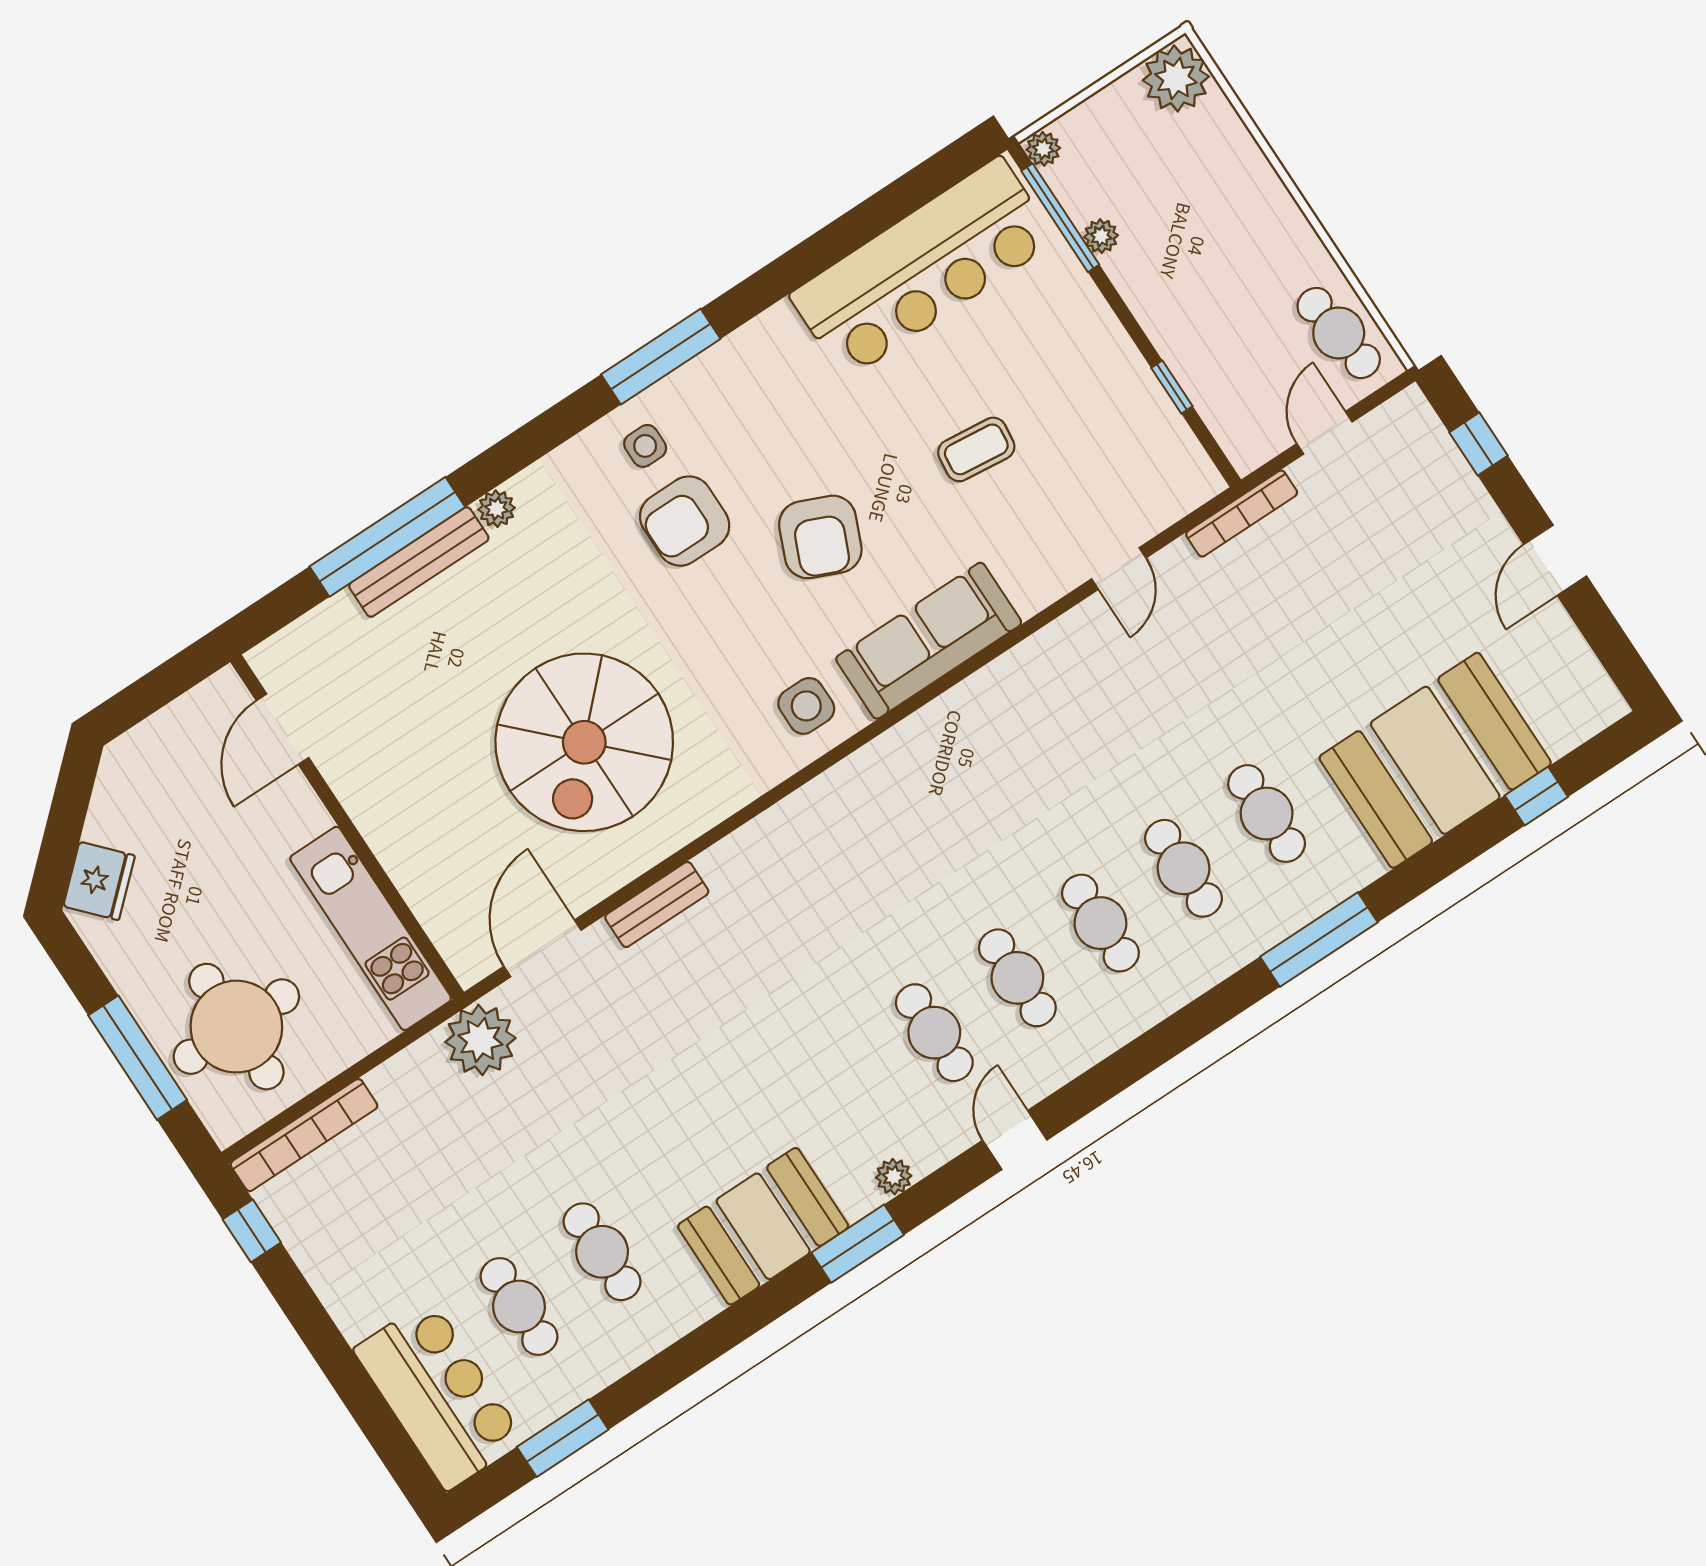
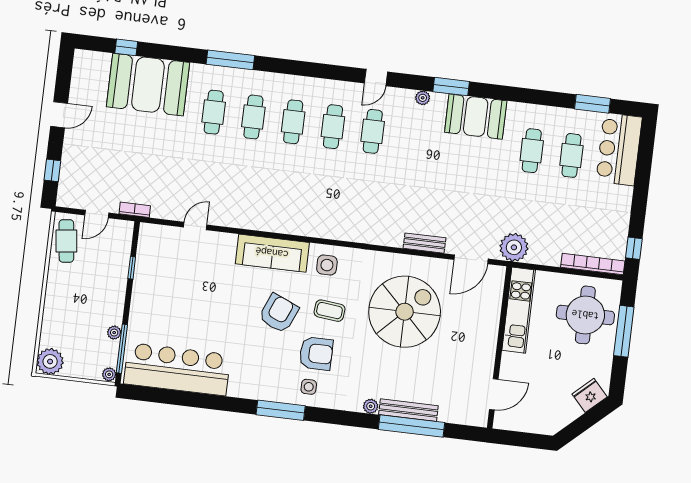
coffee table: (976, 449) -> (329, 311), moved
bookcase: (1242, 514) -> (135, 210), width x0.64

